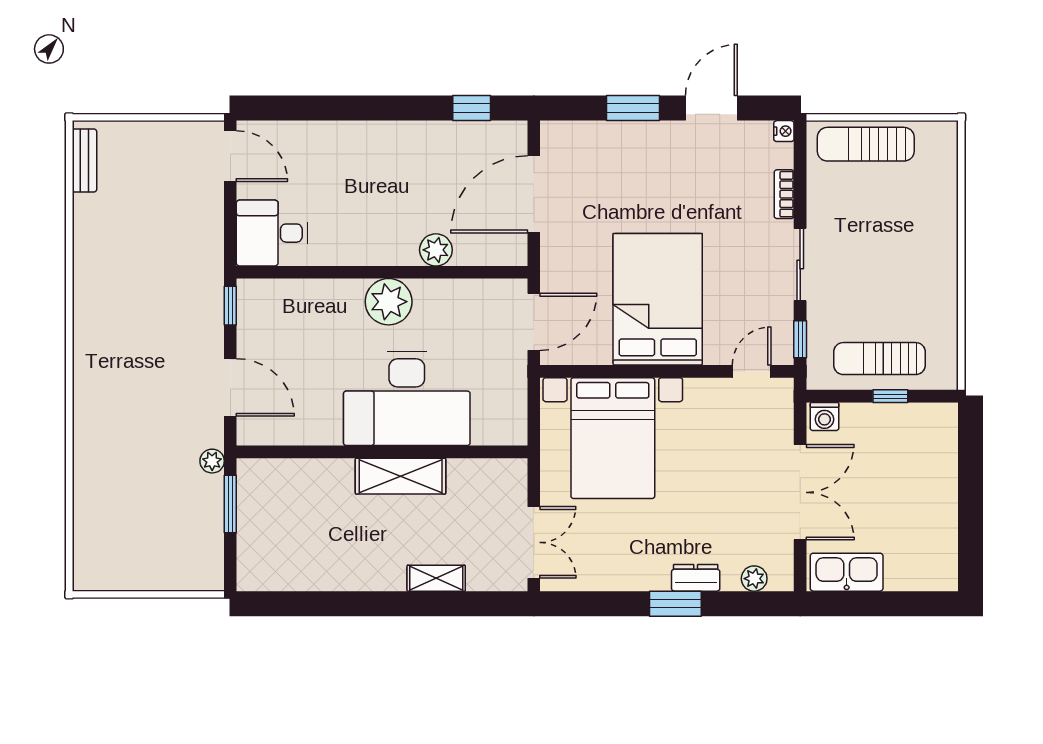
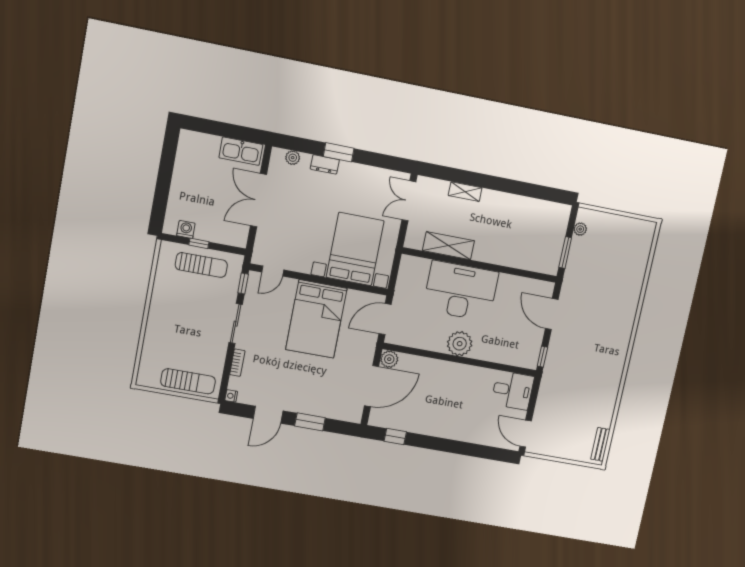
plant: (436, 250) -> (389, 359), moved
washing machine: (824, 417) -> (186, 229), moved
plant: (212, 461) -> (580, 229), moved
shelving: (401, 476) -> (449, 246), moved

